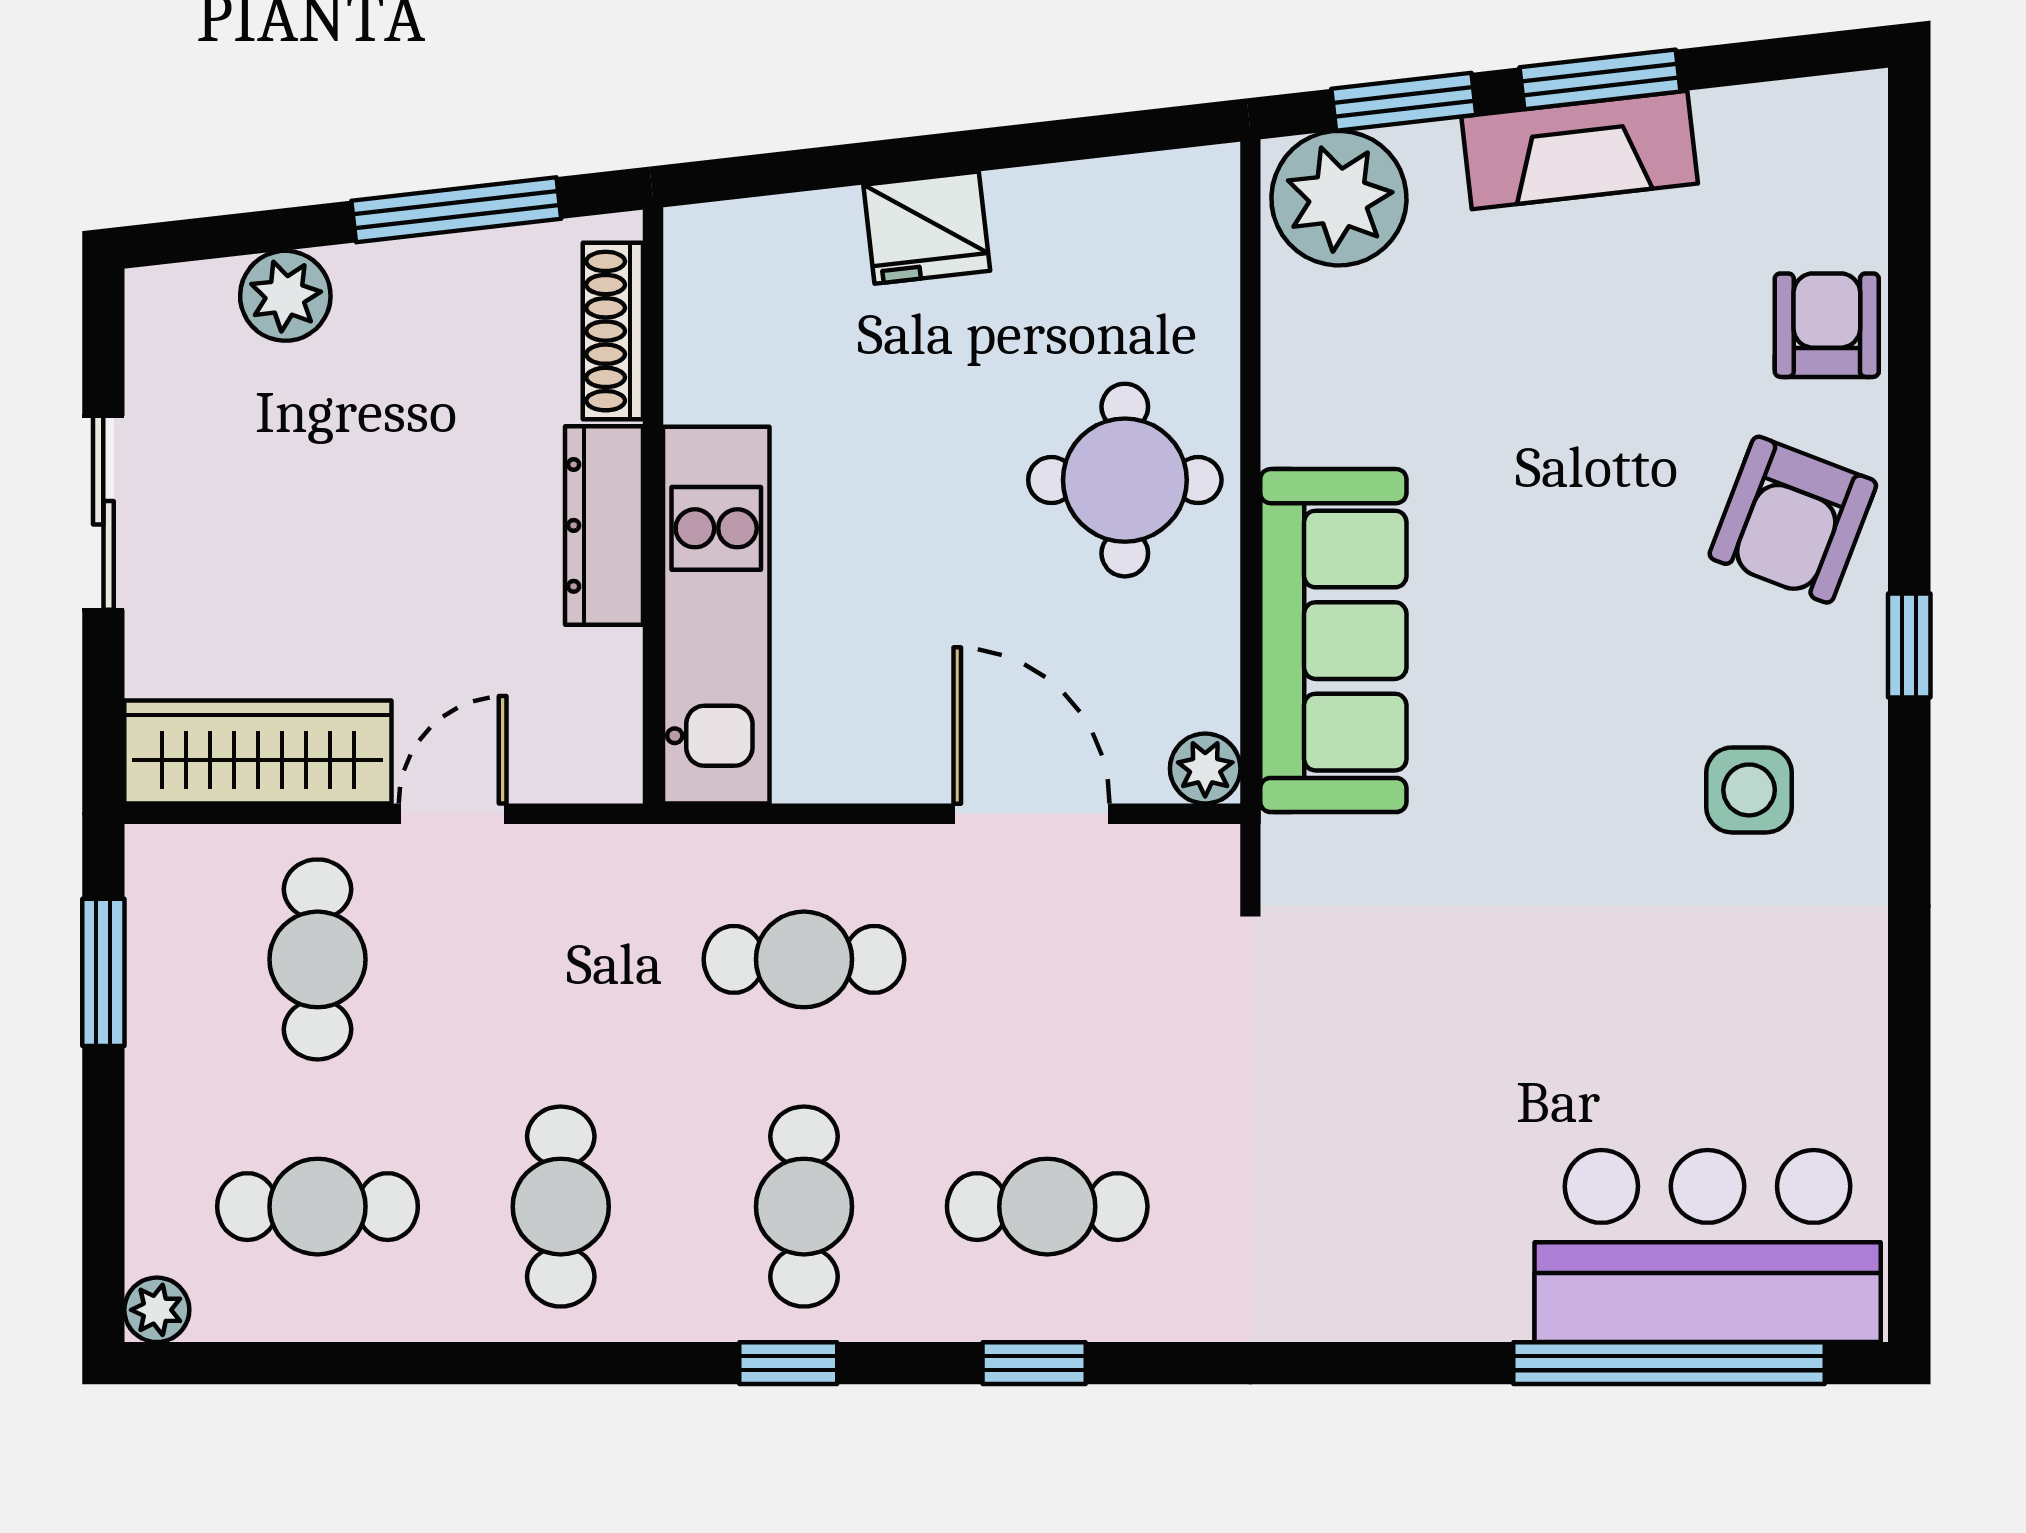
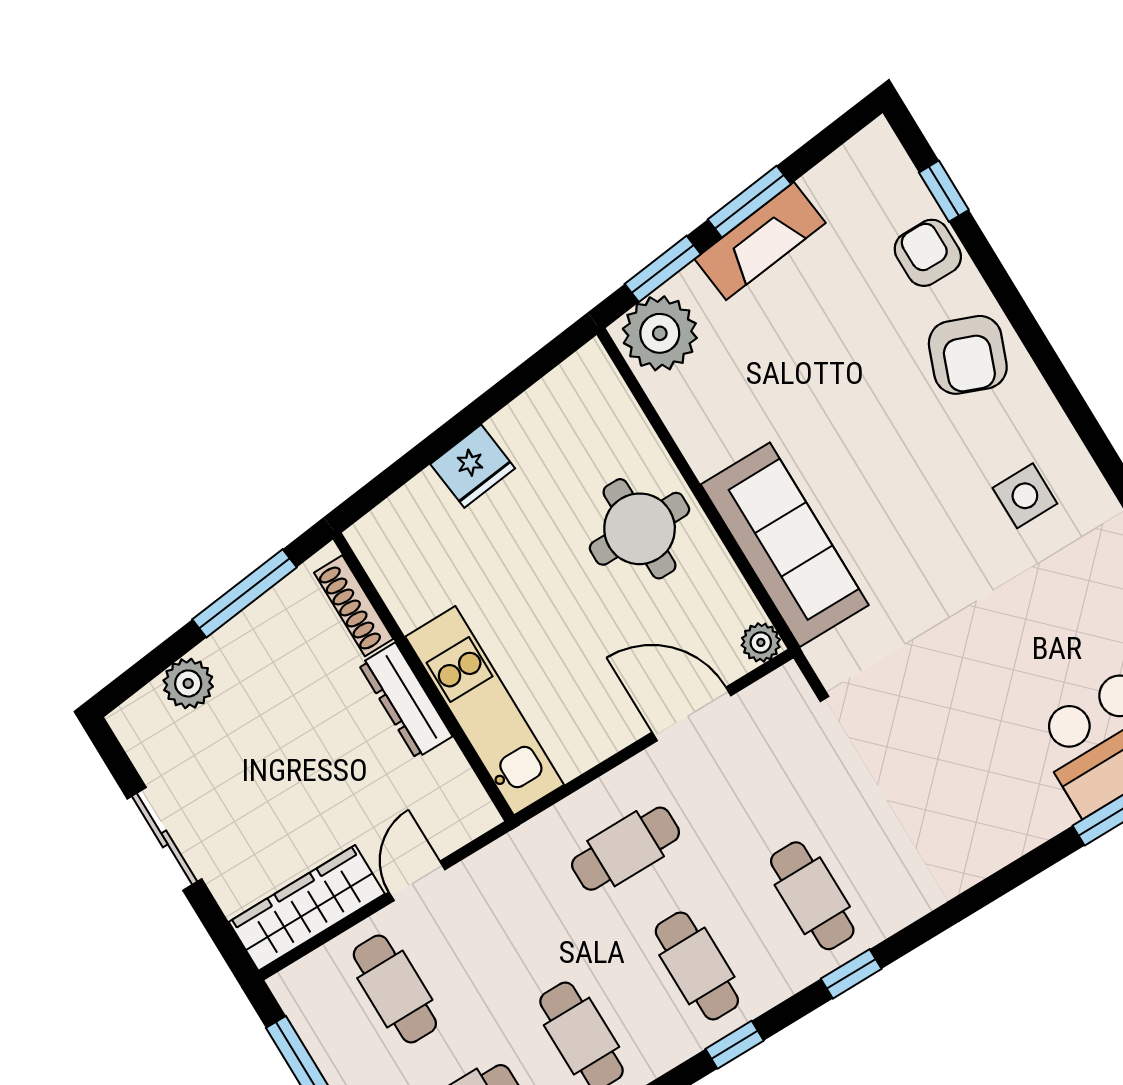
window: (1909, 645) -> (944, 191), moved
cafe table: (1047, 1207) -> (812, 896), turned 90

